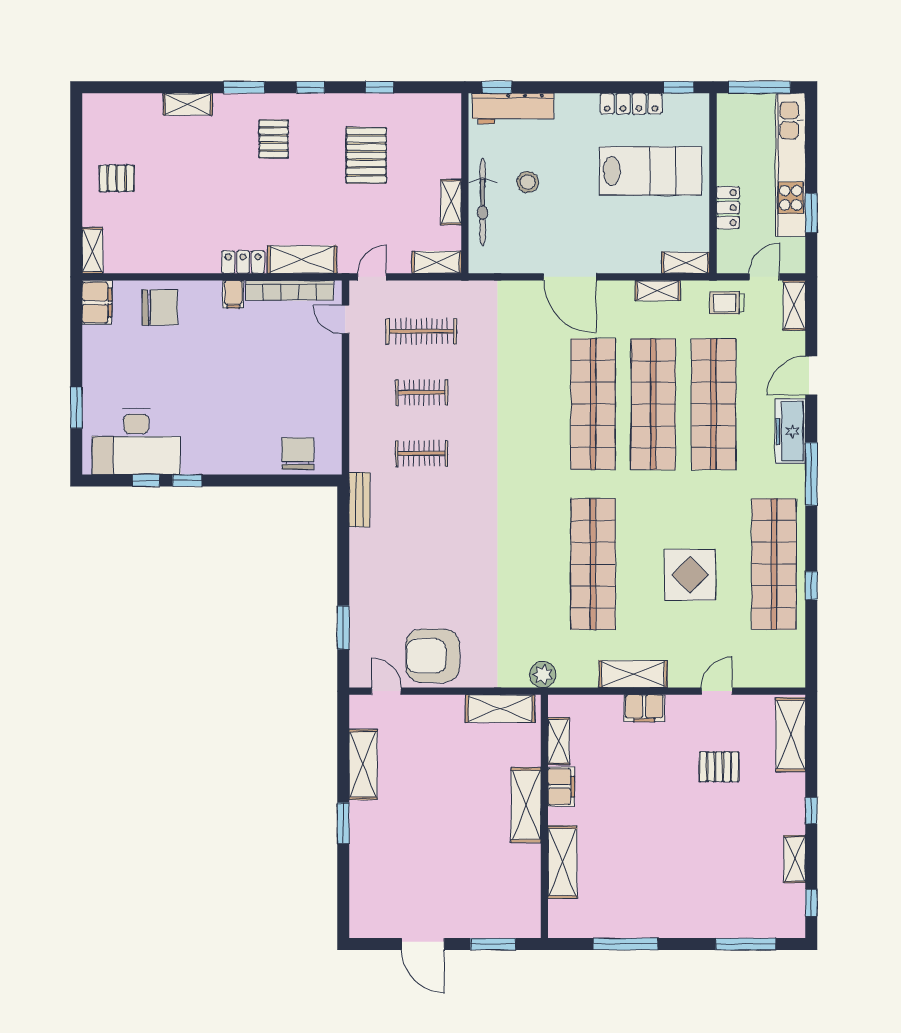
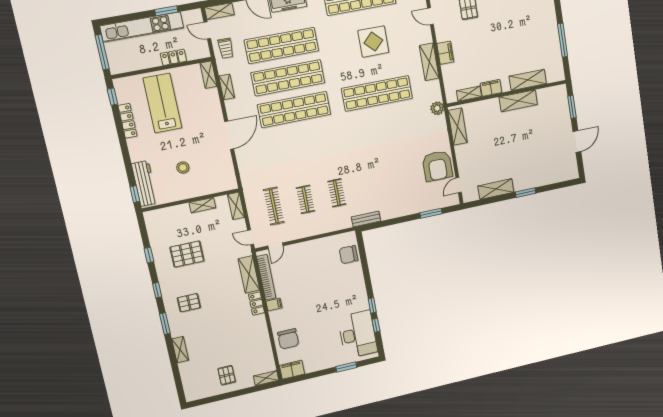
bicycle: (483, 202) -> (199, 189), removed
chair: (160, 307) -> (288, 339), turned 180
shelving: (526, 805) -> (518, 101), moved

